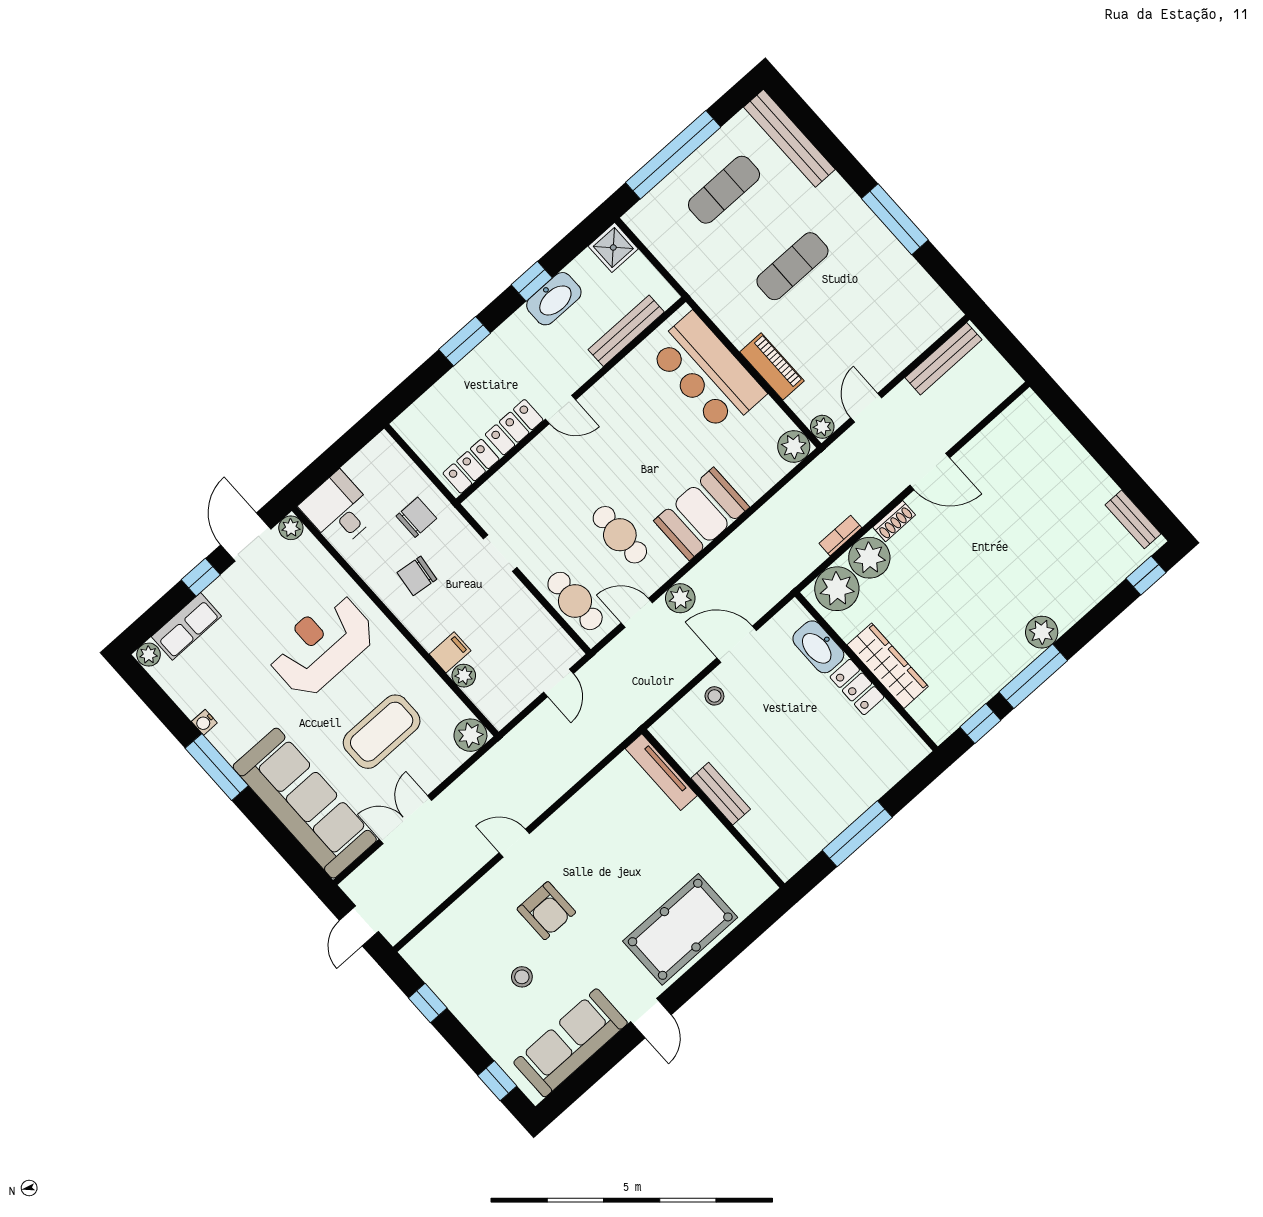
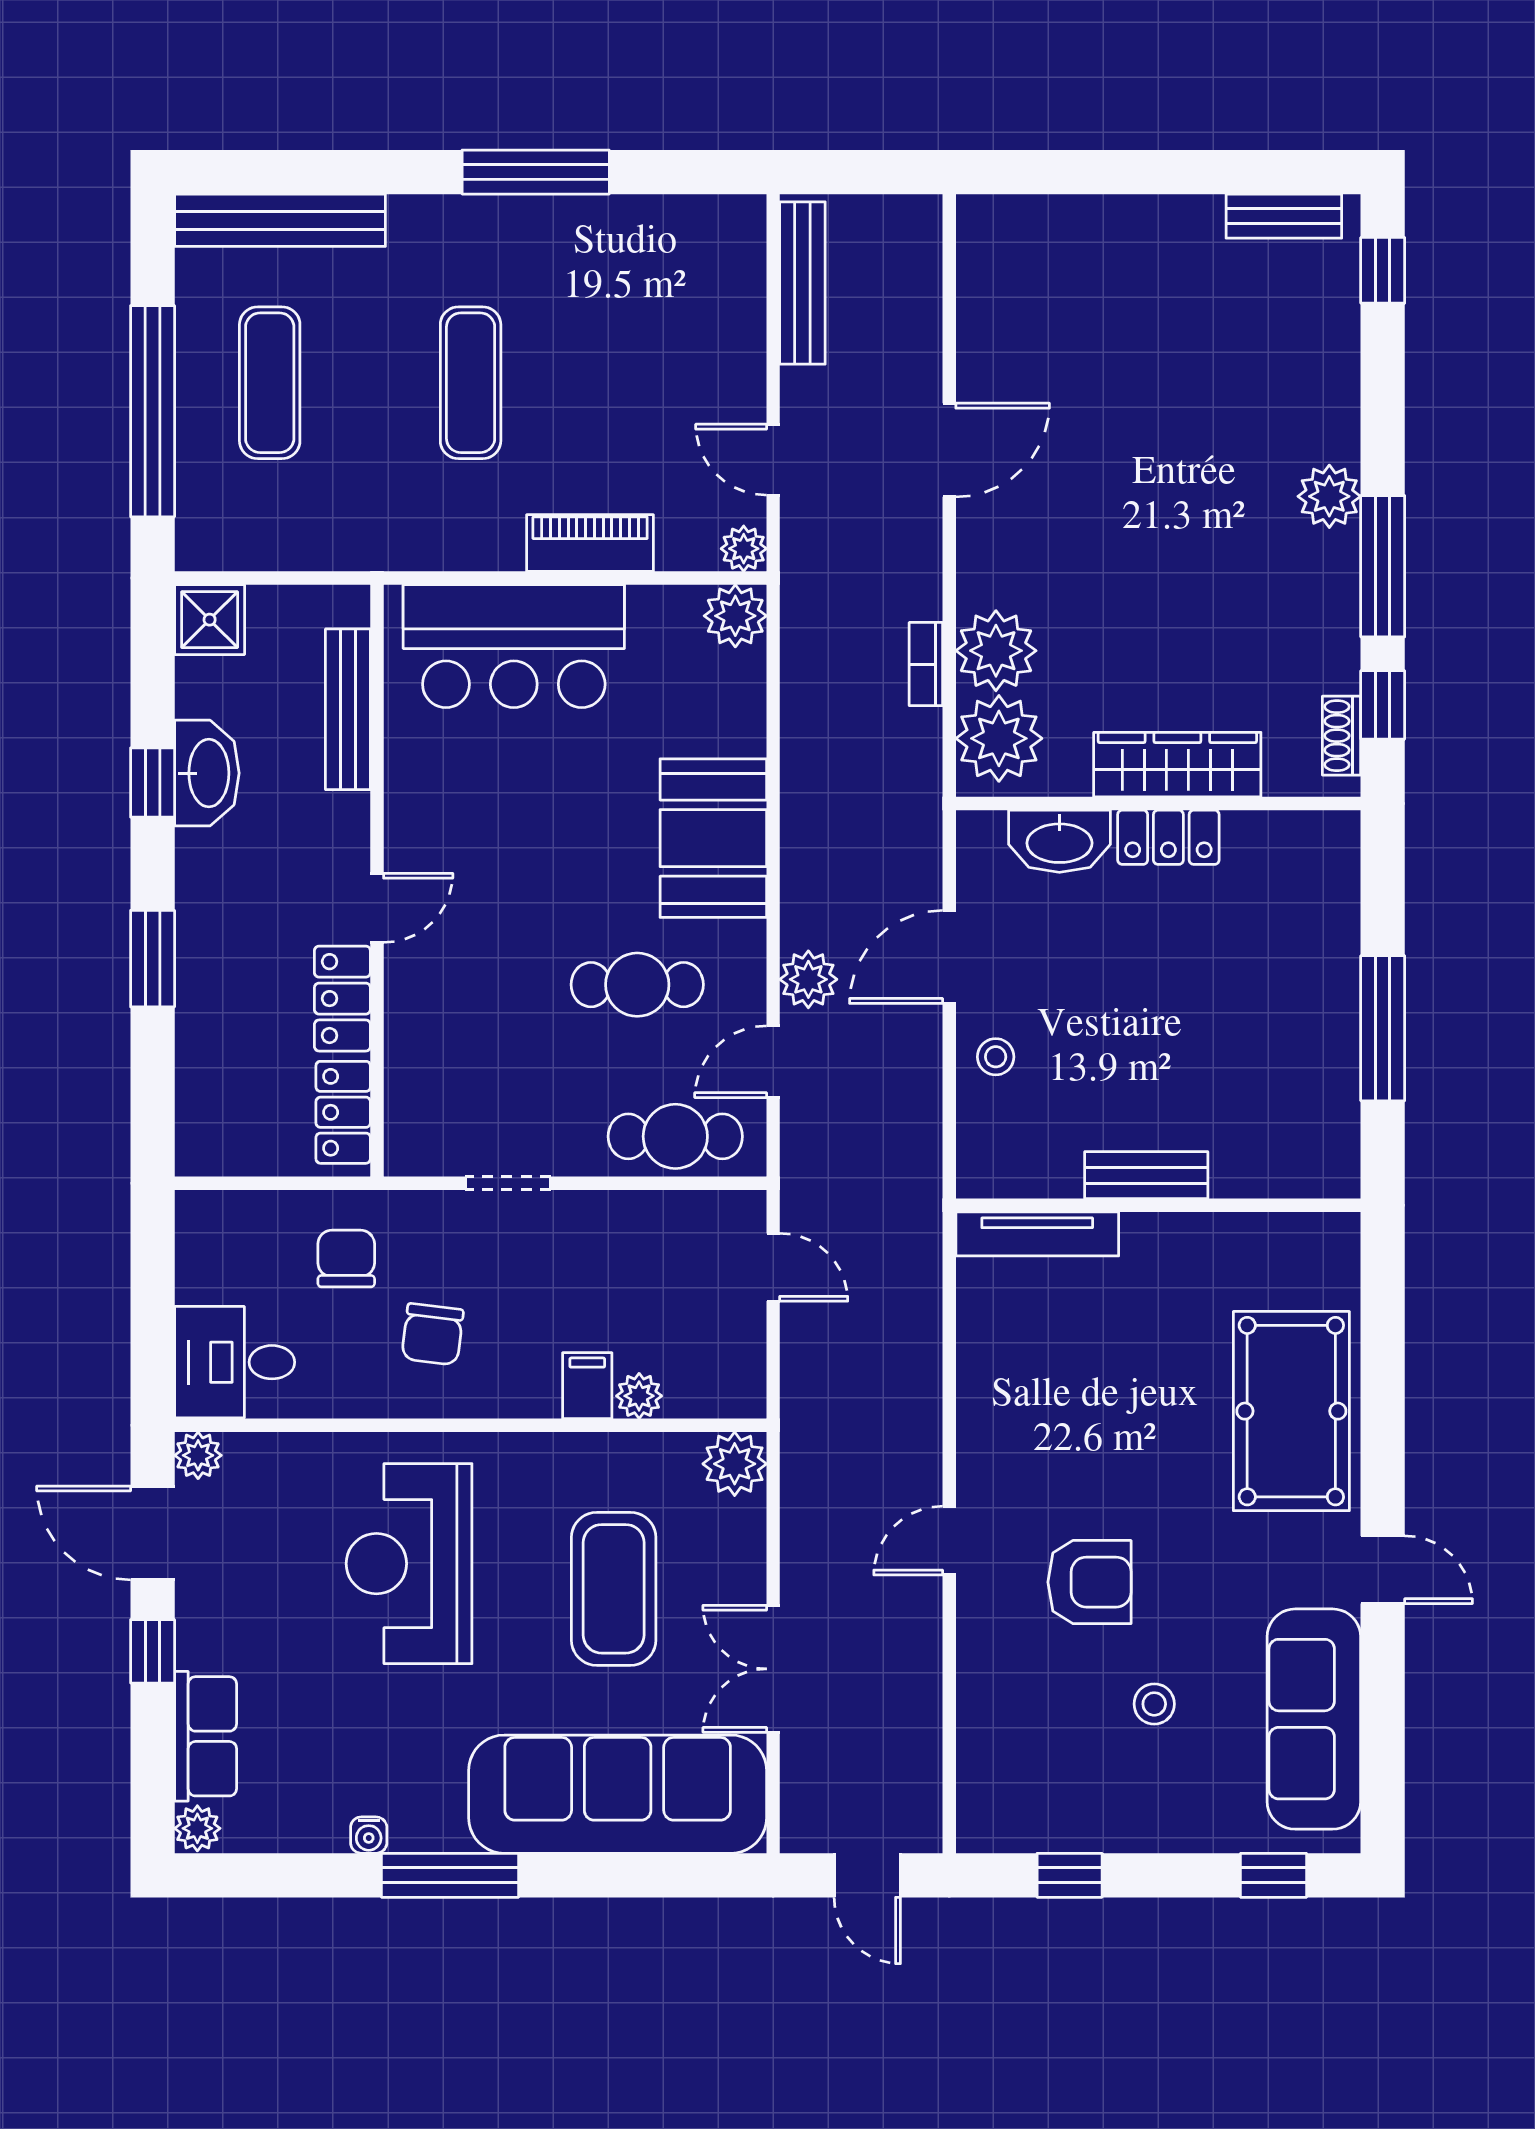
shoe rack: (894, 521) -> (1342, 736), moved, turned 180

